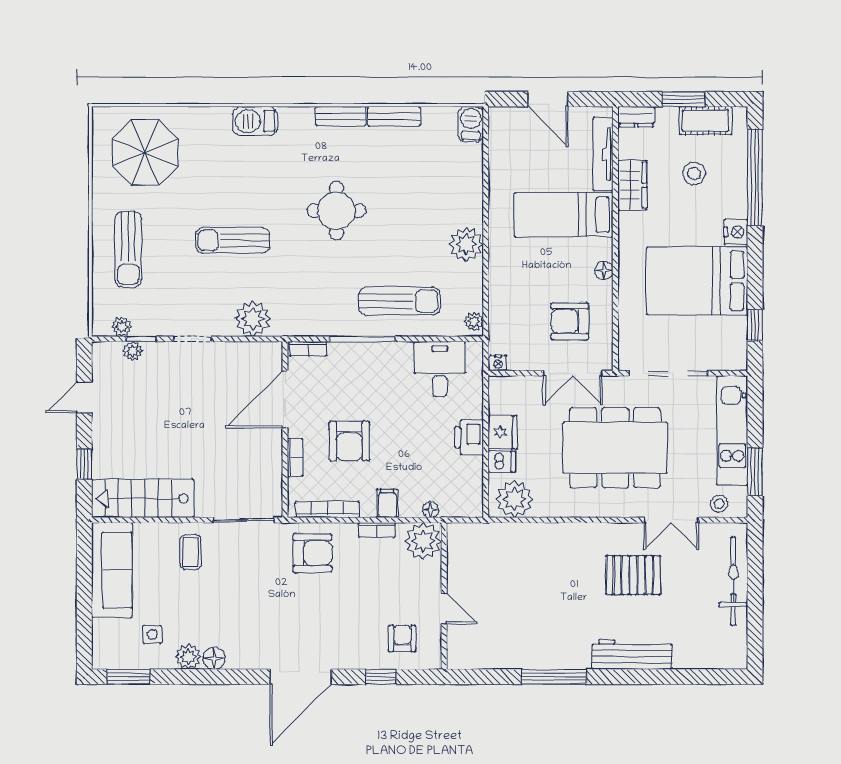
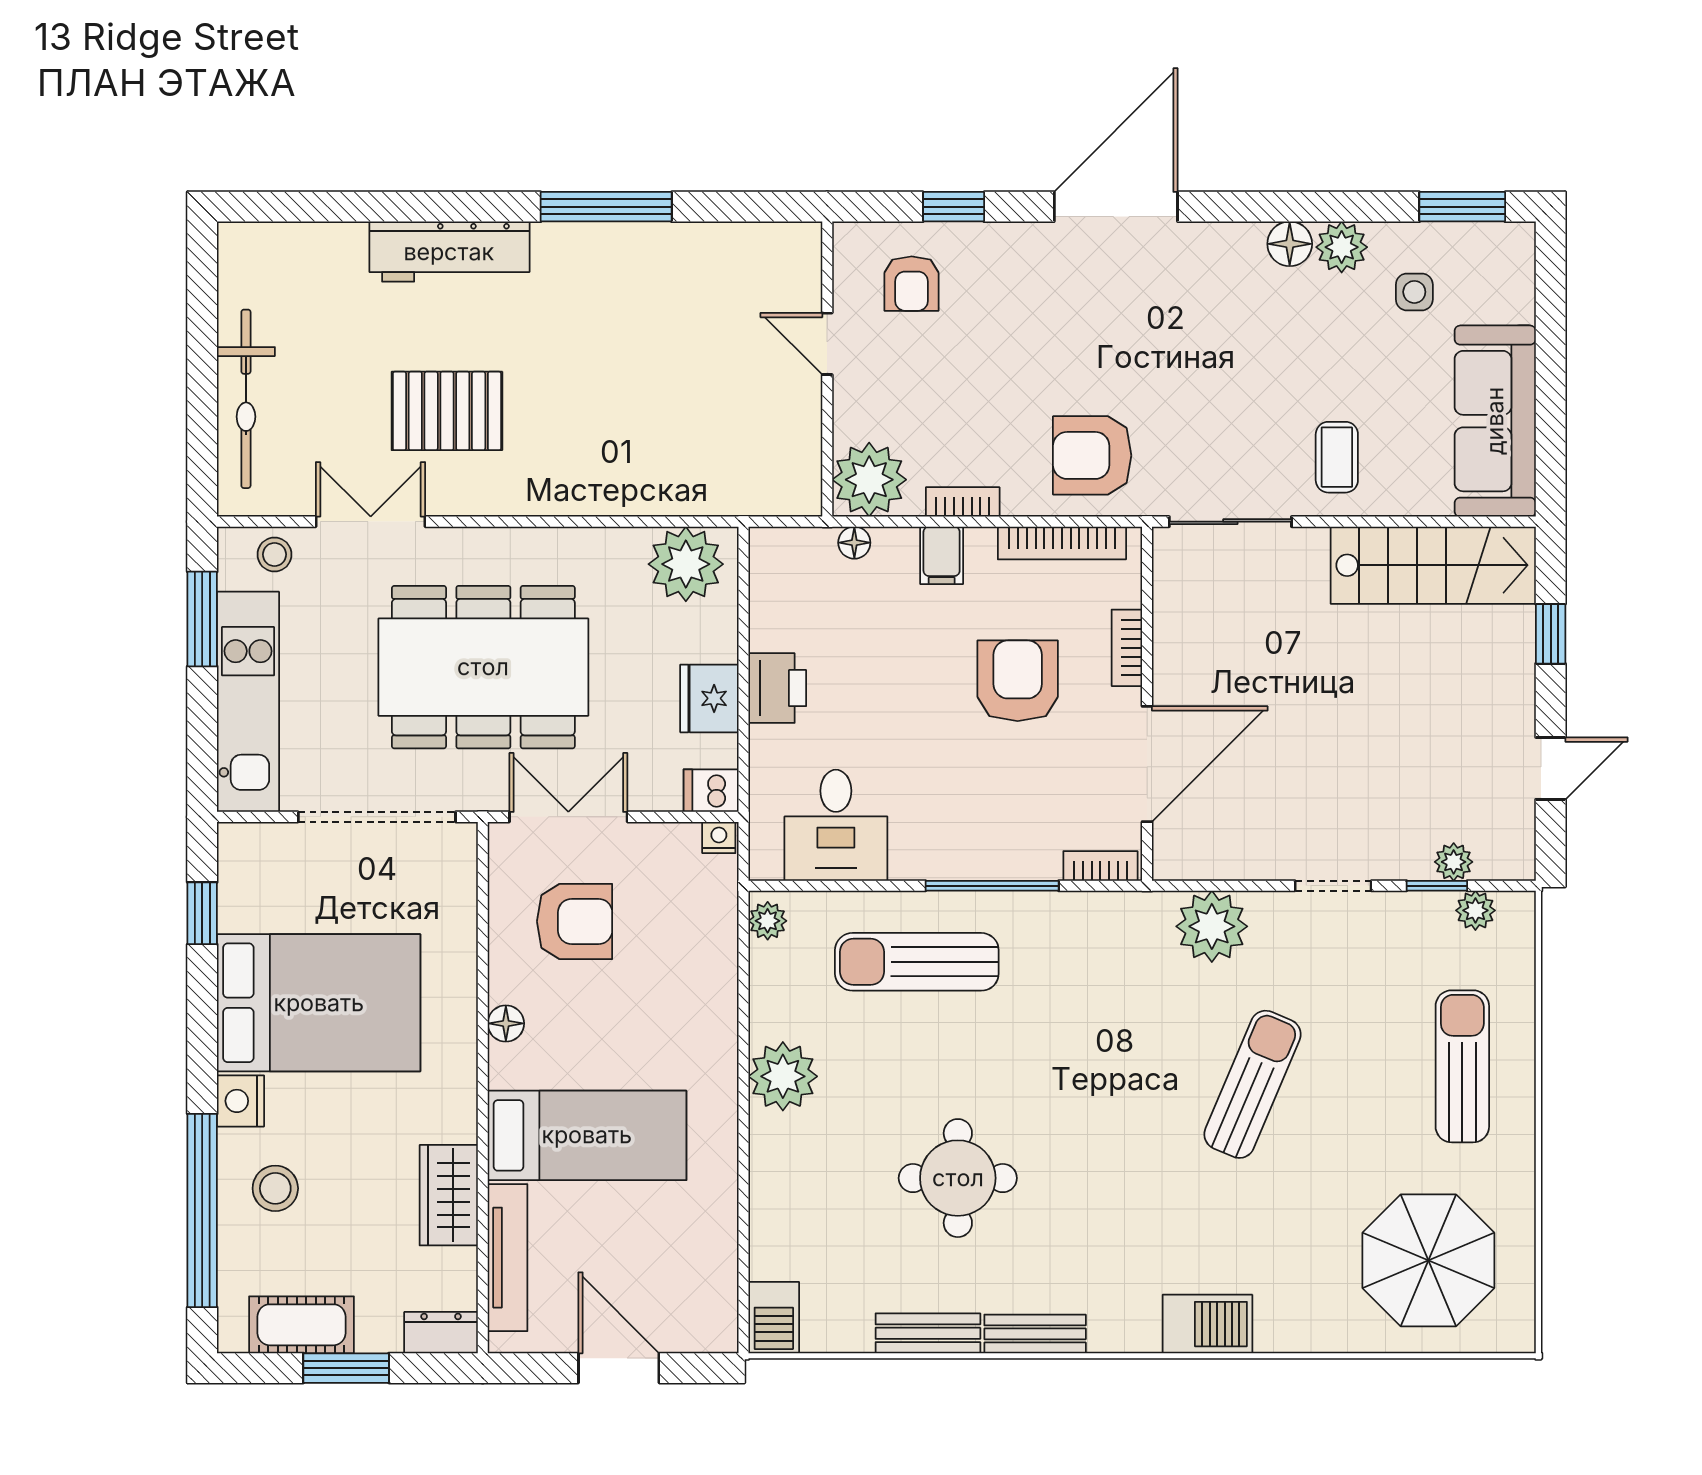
stool: (694, 173) -> (275, 1188), moved
round table: (336, 211) -> (958, 1178), moved
sun lounger: (233, 240) -> (1252, 1084), turned -67
dishwasher: (502, 462) -> (711, 791), moved

